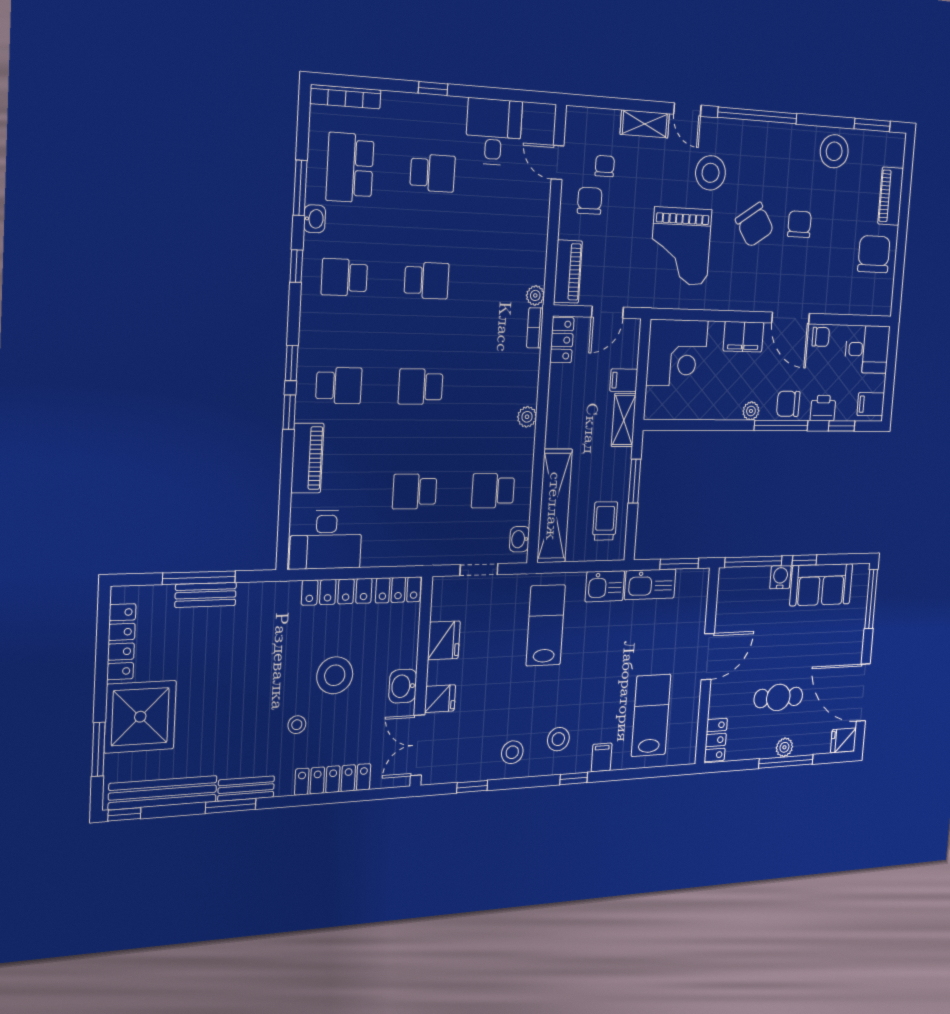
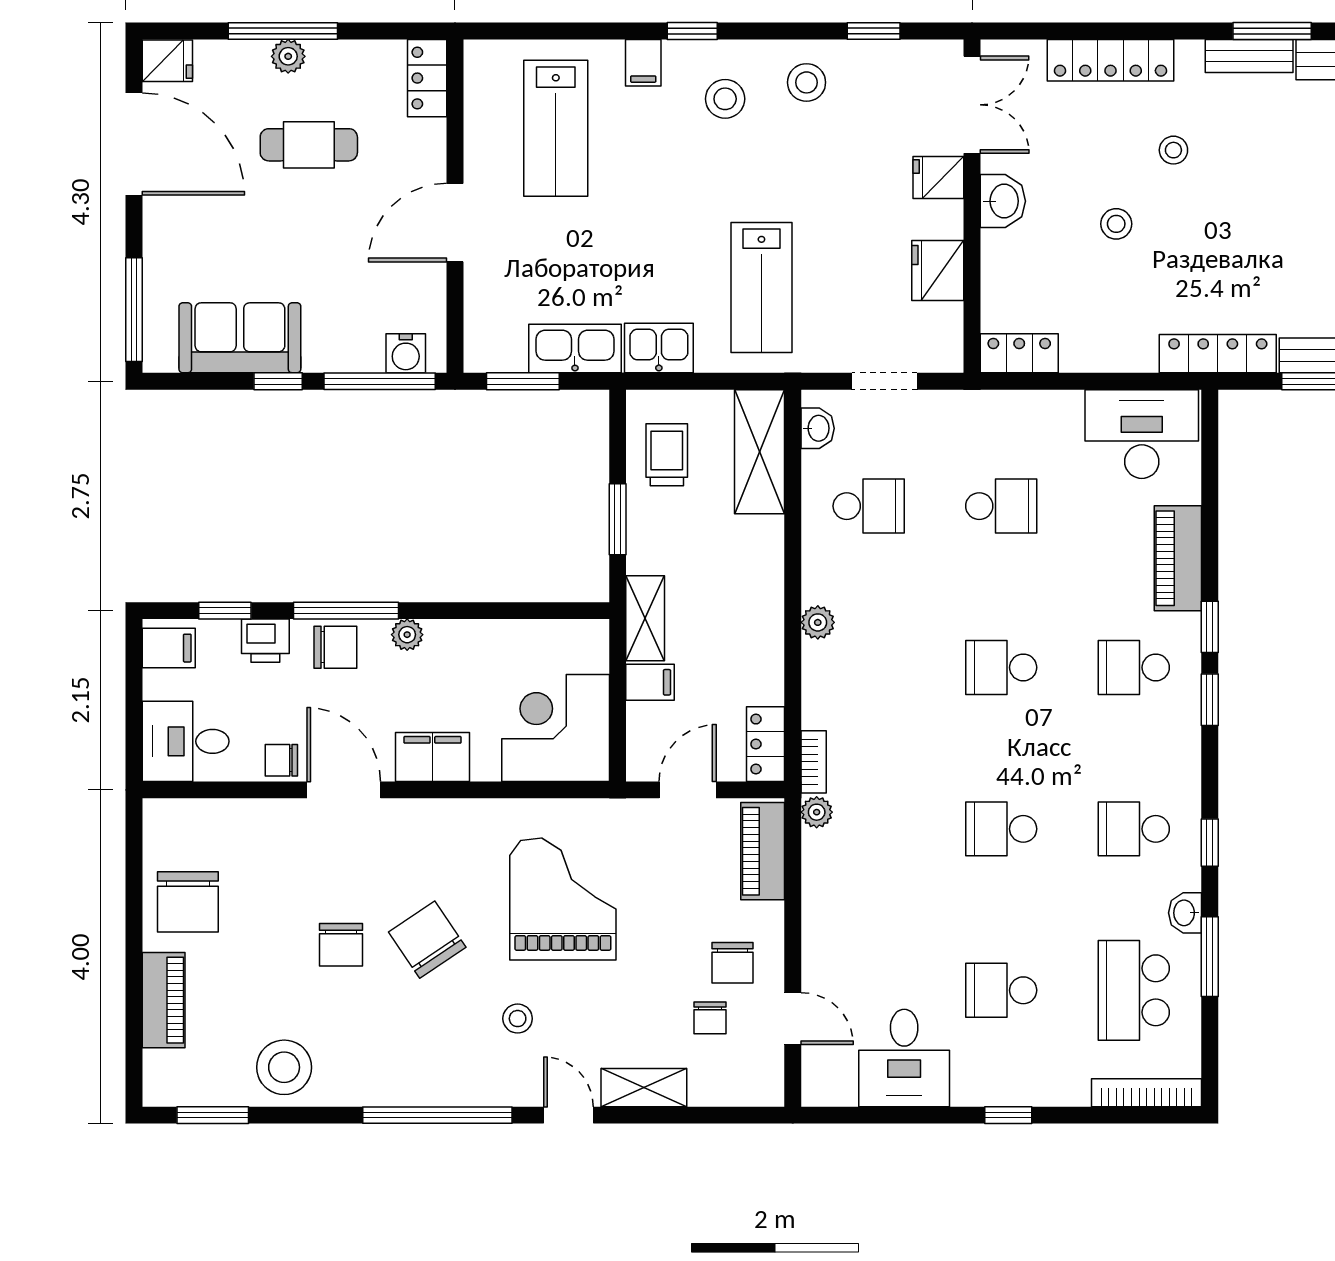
school desk: (350, 168) -> (1134, 990), turned 180
stool: (711, 173) -> (518, 1019), width x0.53, depth x0.53
school desk: (344, 277) -> (1134, 829), turned 180
school desk: (421, 387) -> (1001, 667), turned 180
shelving: (554, 506) -> (760, 452), width x0.68
trolley: (605, 521) -> (667, 455), turned 180
water cooler: (780, 577) -> (406, 353), moved
locker: (337, 592) -> (1218, 354), moved
stool: (335, 675) -> (1116, 224), width x0.53, depth x0.53

